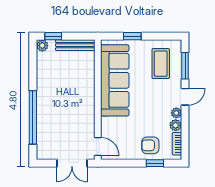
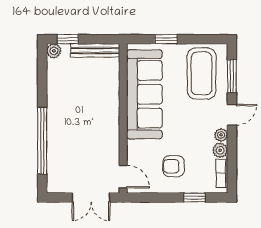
coffee table: (161, 64) -> (202, 73), width x1.36, depth x1.32
armchair: (150, 145) -> (174, 166), moved

